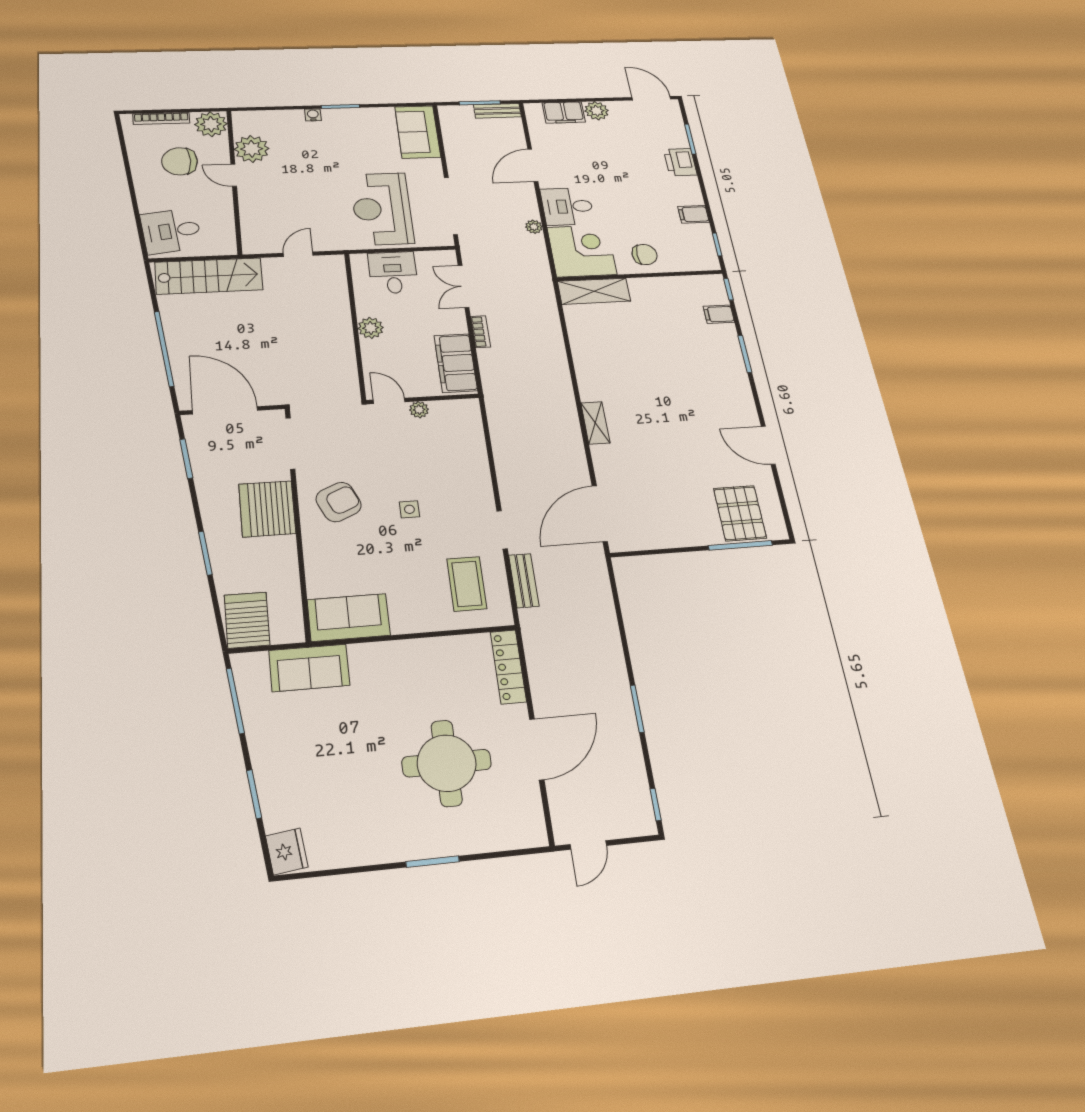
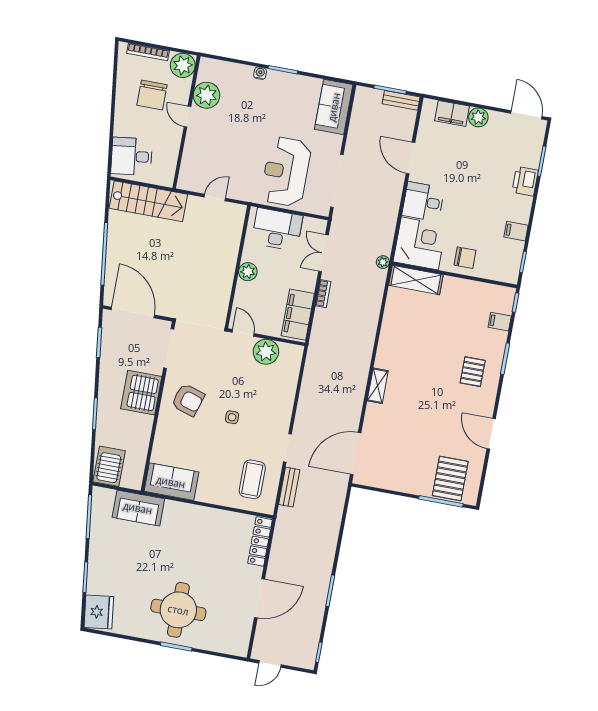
chair: (180, 161) -> (152, 95), turned -90
door: (533, 165) -> (410, 158), hinge flipped
plant: (534, 227) -> (383, 262), moved
desk: (393, 273) -> (277, 229), width x1.37
pallet: (711, 378) -> (473, 372), added
plant: (419, 410) -> (266, 352), width x1.87, depth x1.87
armchair: (339, 502) -> (188, 400), turned 41
round table: (447, 763) -> (178, 610), moved
fridge: (287, 851) -> (99, 612), width x1.36, depth x1.34

